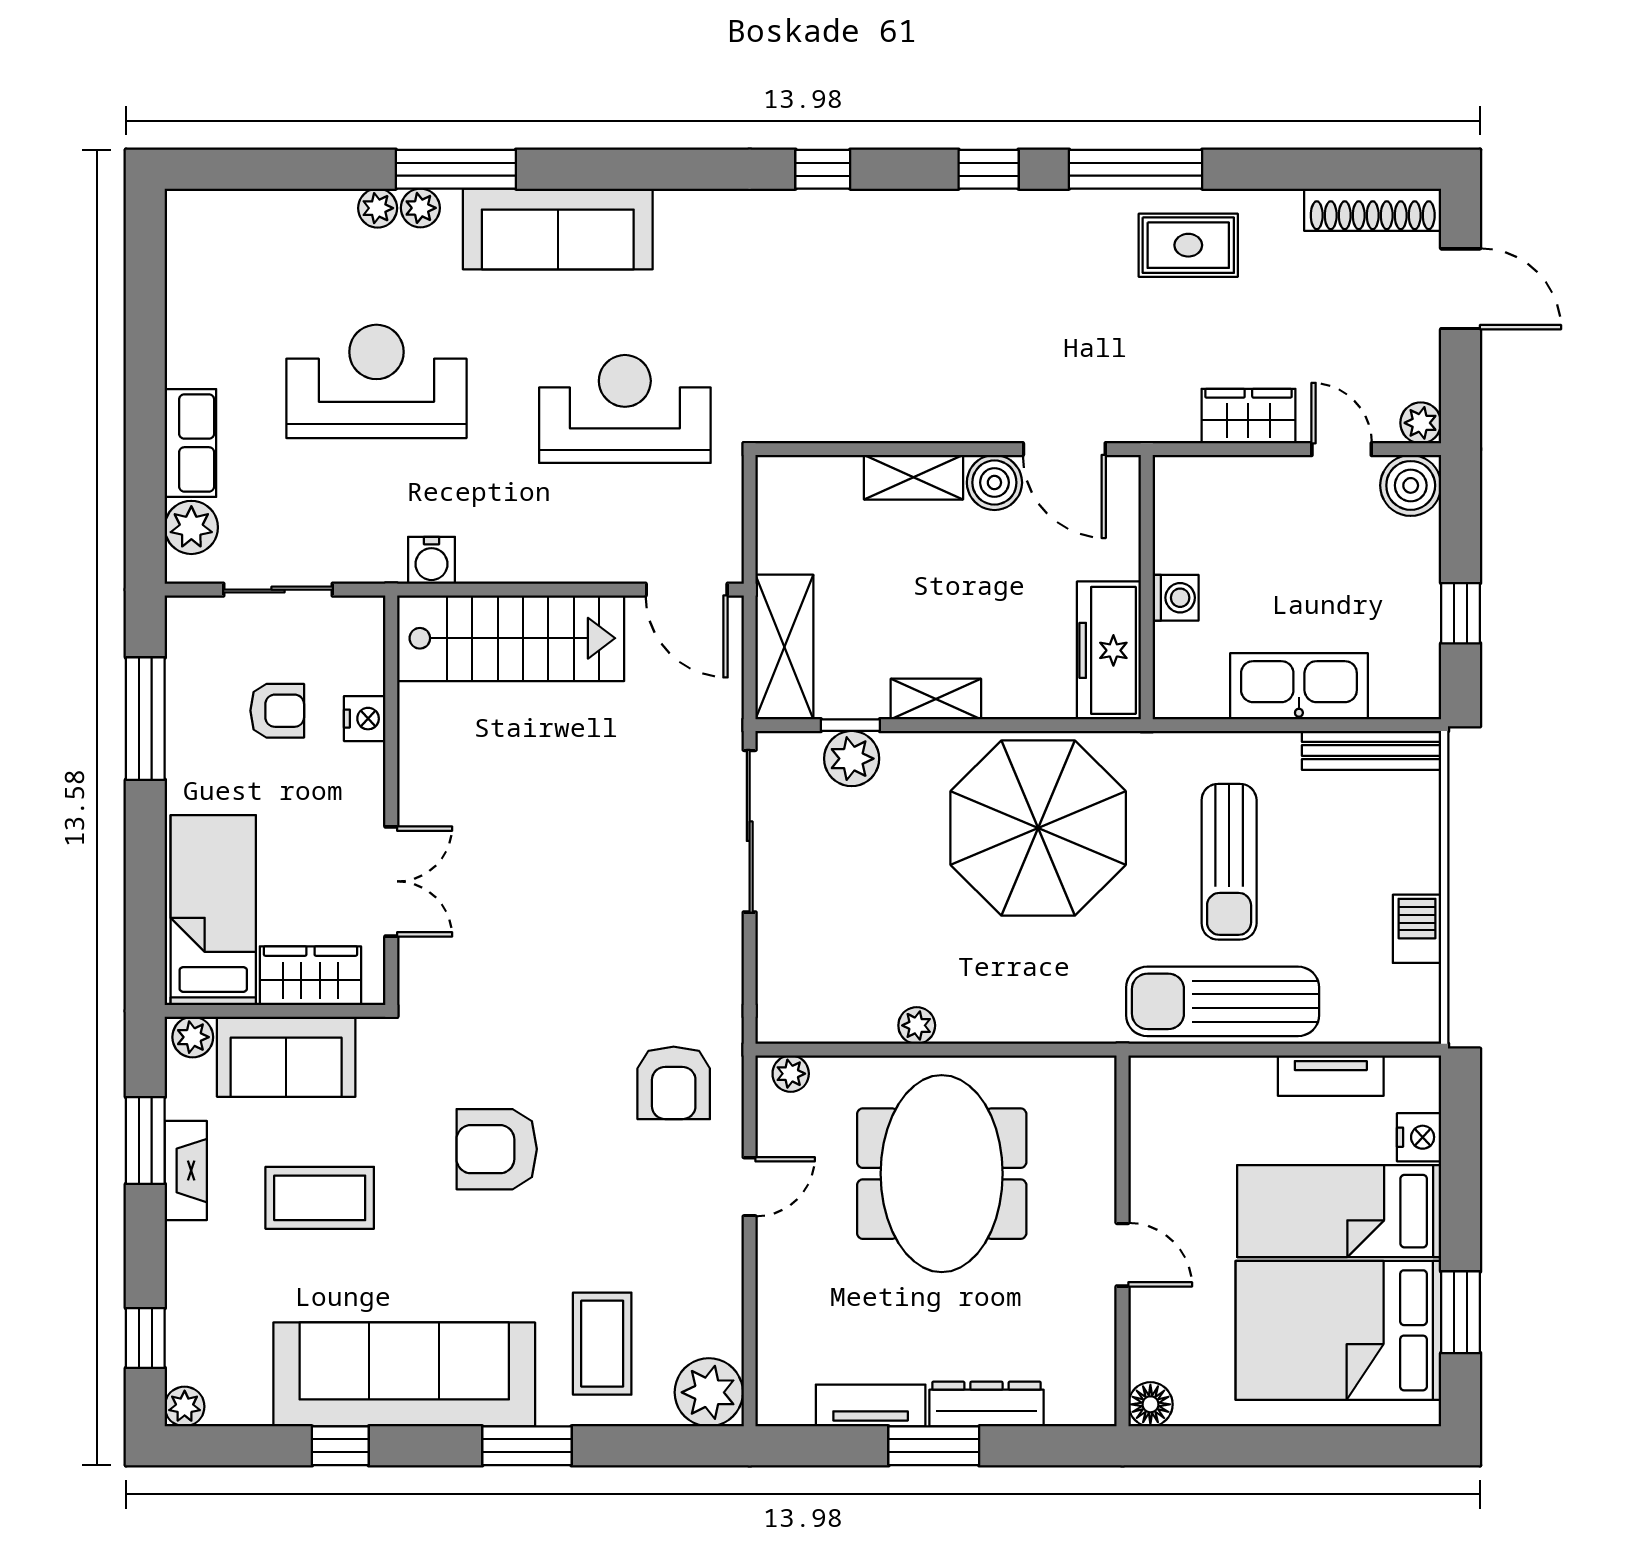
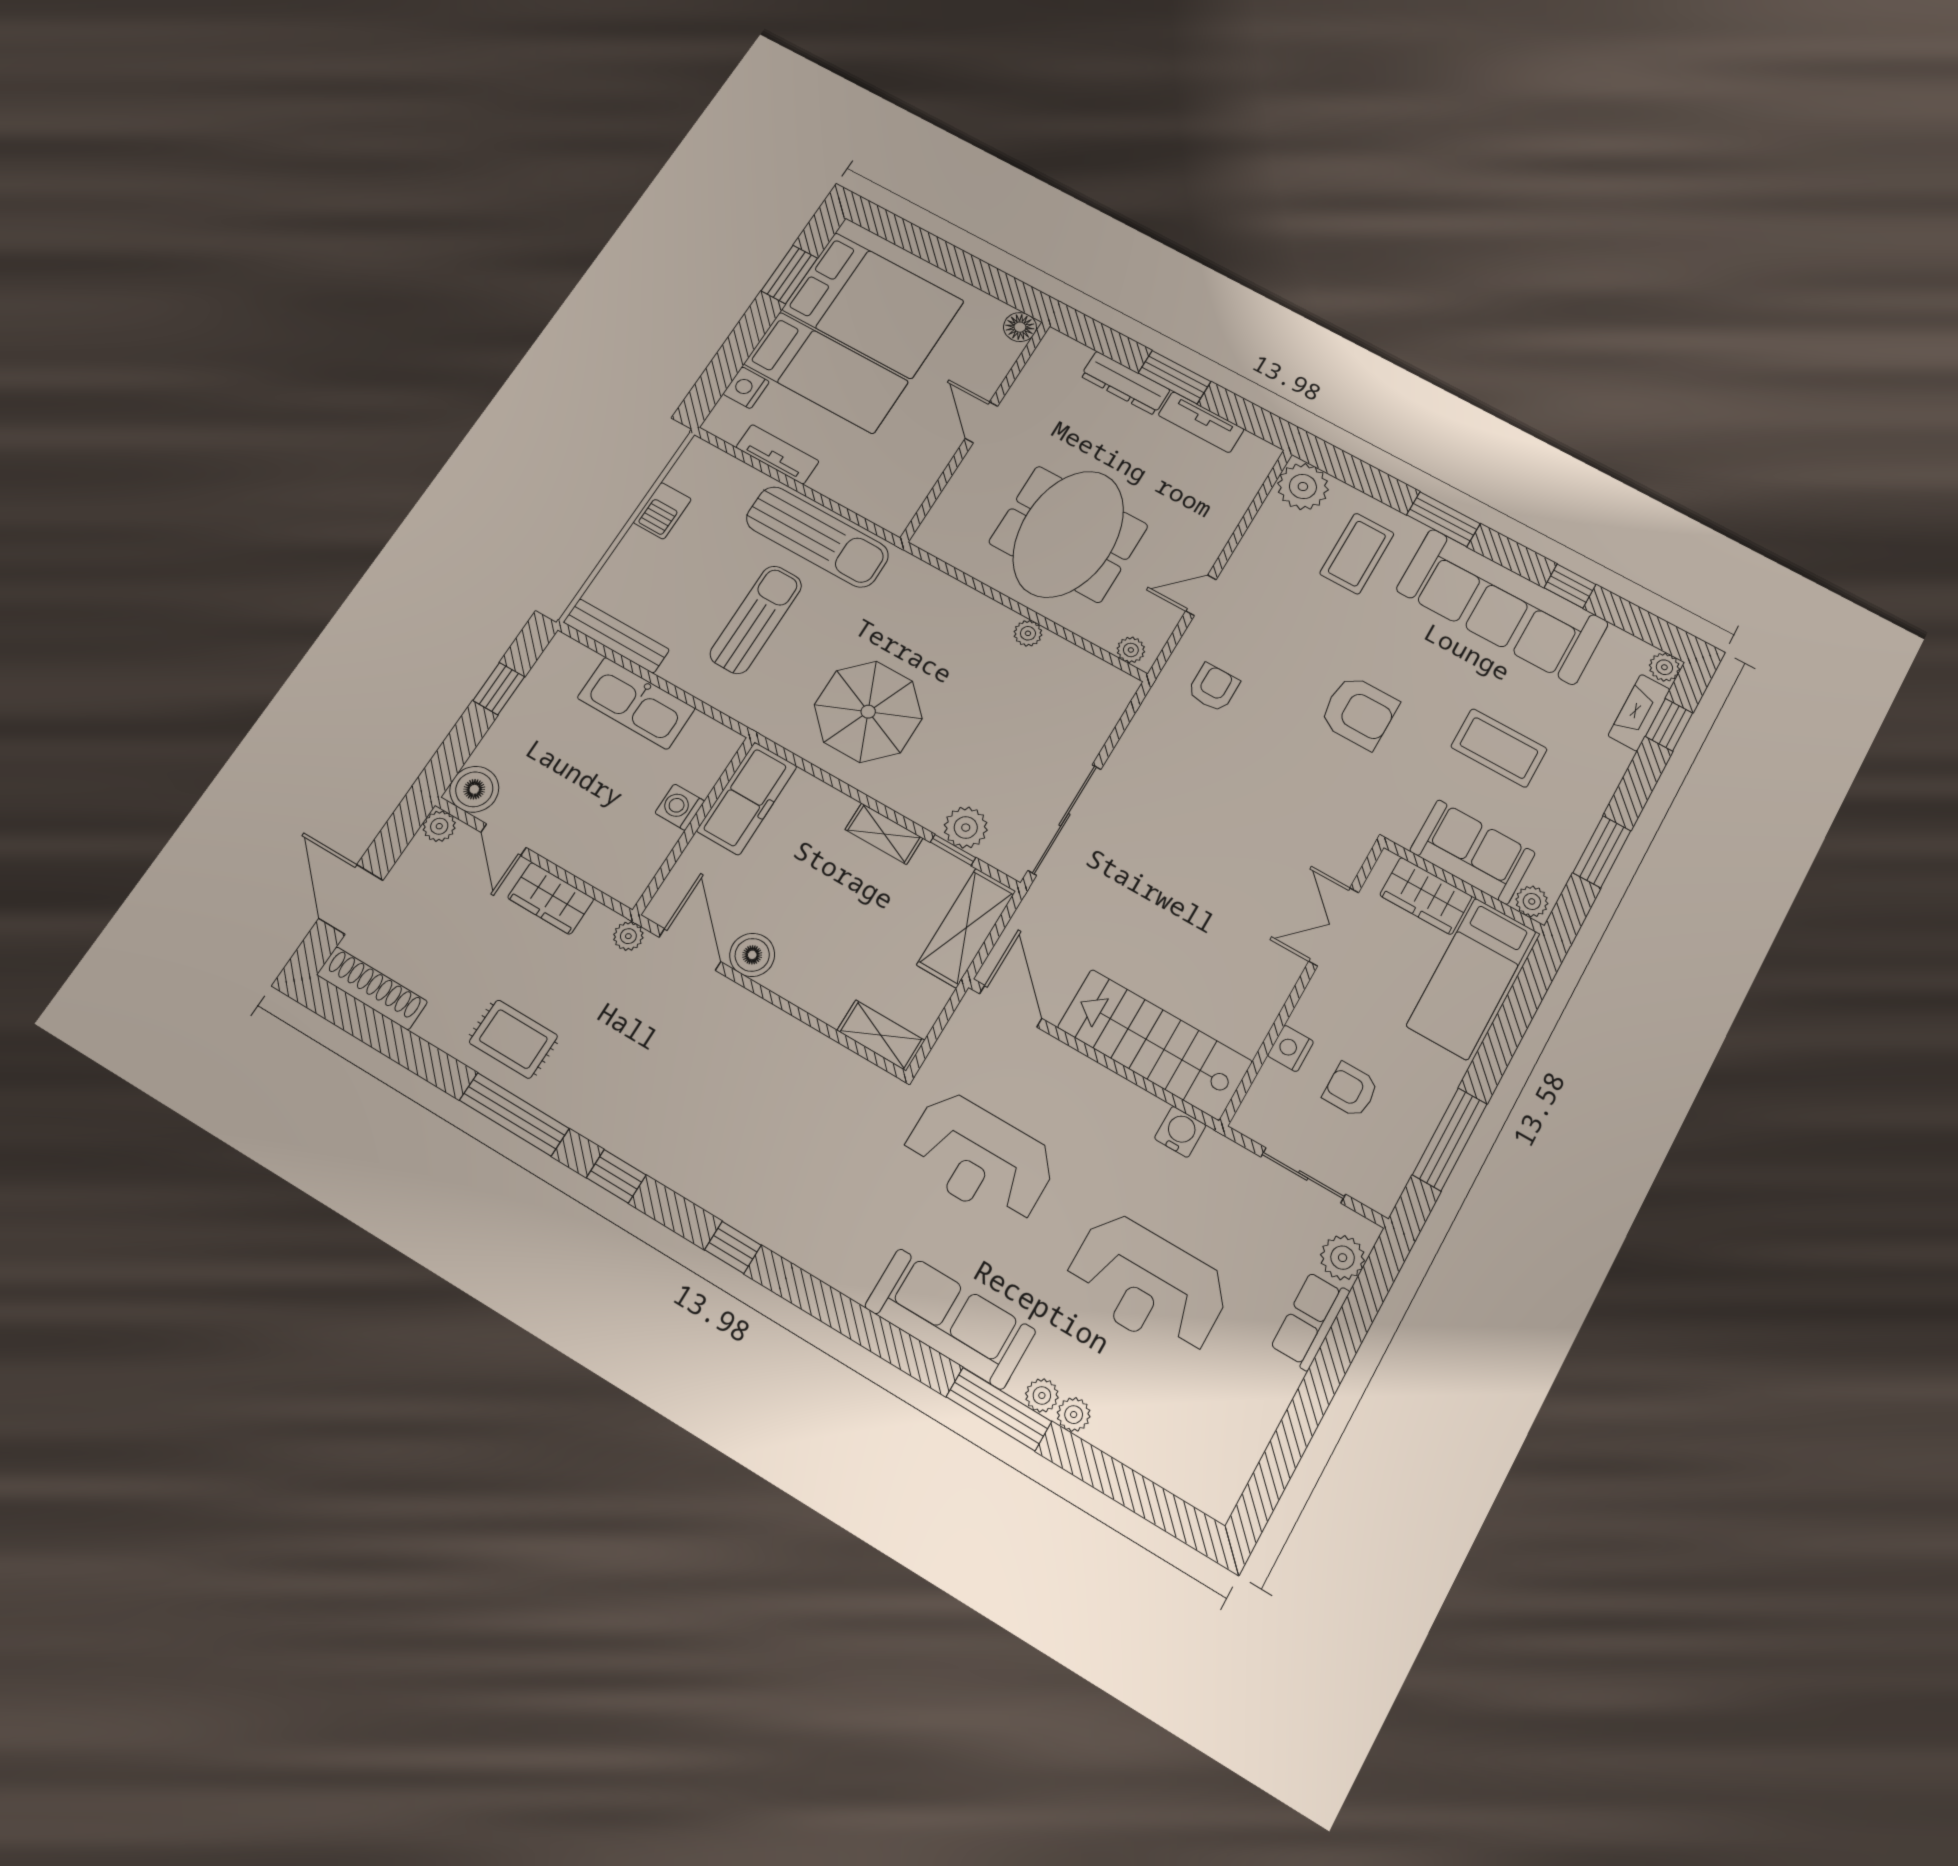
plant: (1139, 425) -> (628, 936), added
shelving: (913, 477) -> (881, 1035), moved
parasol: (1038, 828) -> (868, 712), width x0.73, depth x0.73
armchair: (674, 1083) -> (1213, 688), width x0.72, depth x0.72
fireplace: (186, 1171) -> (1639, 713), moved

